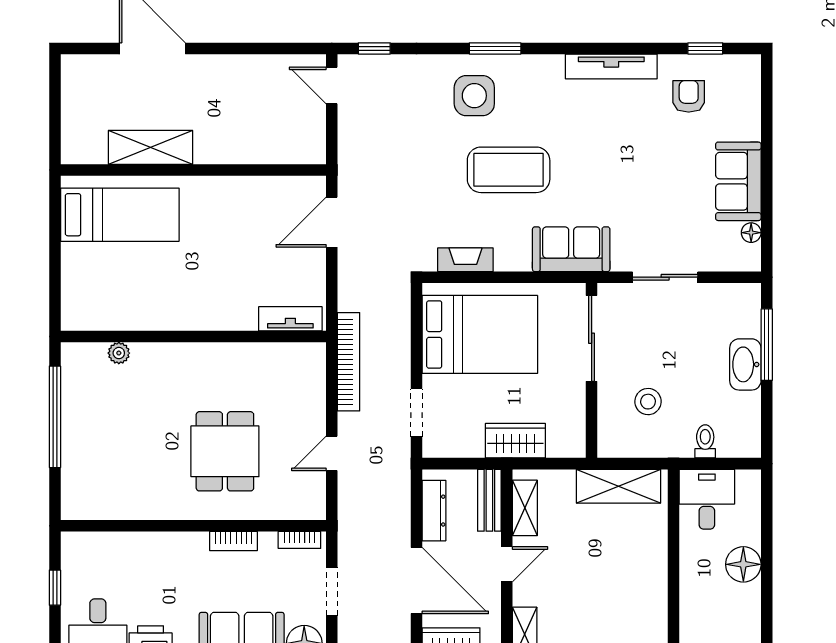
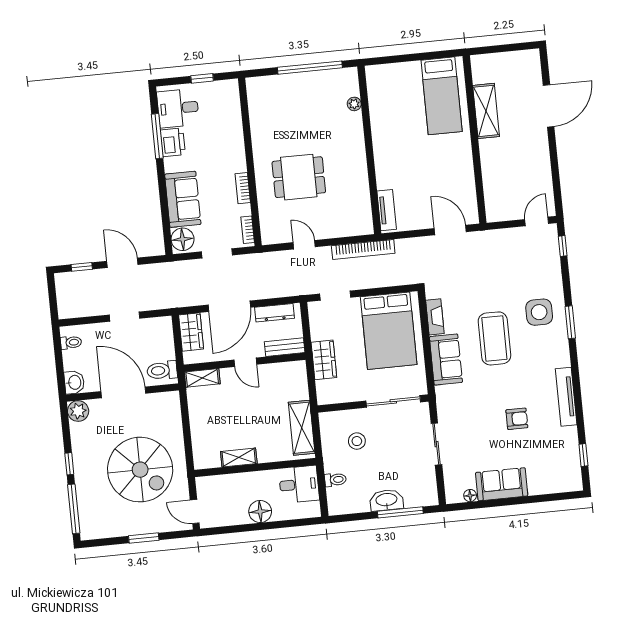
armchair: (689, 96) -> (517, 419), moved
sofa: (571, 249) -> (446, 360), moved
shelving: (525, 508) -> (239, 458), moved

